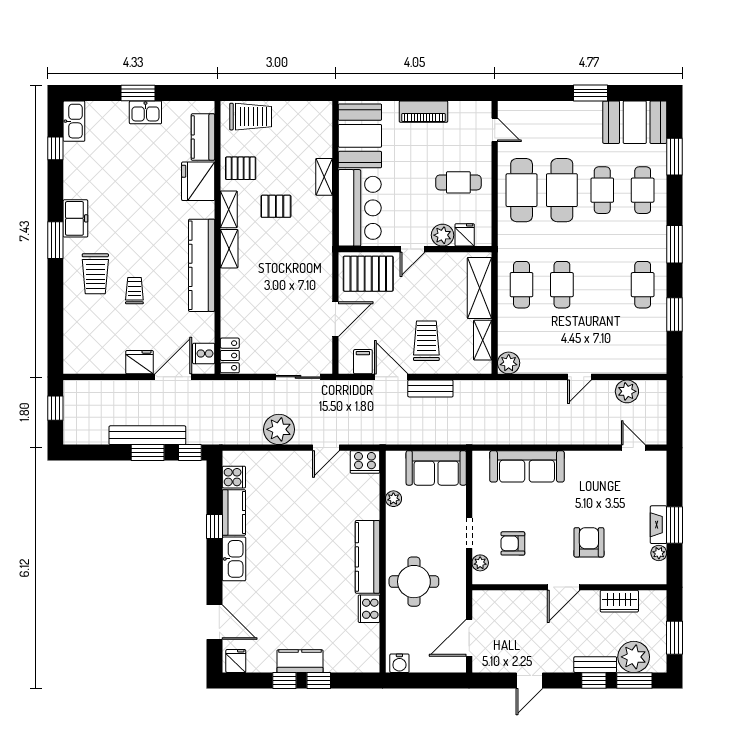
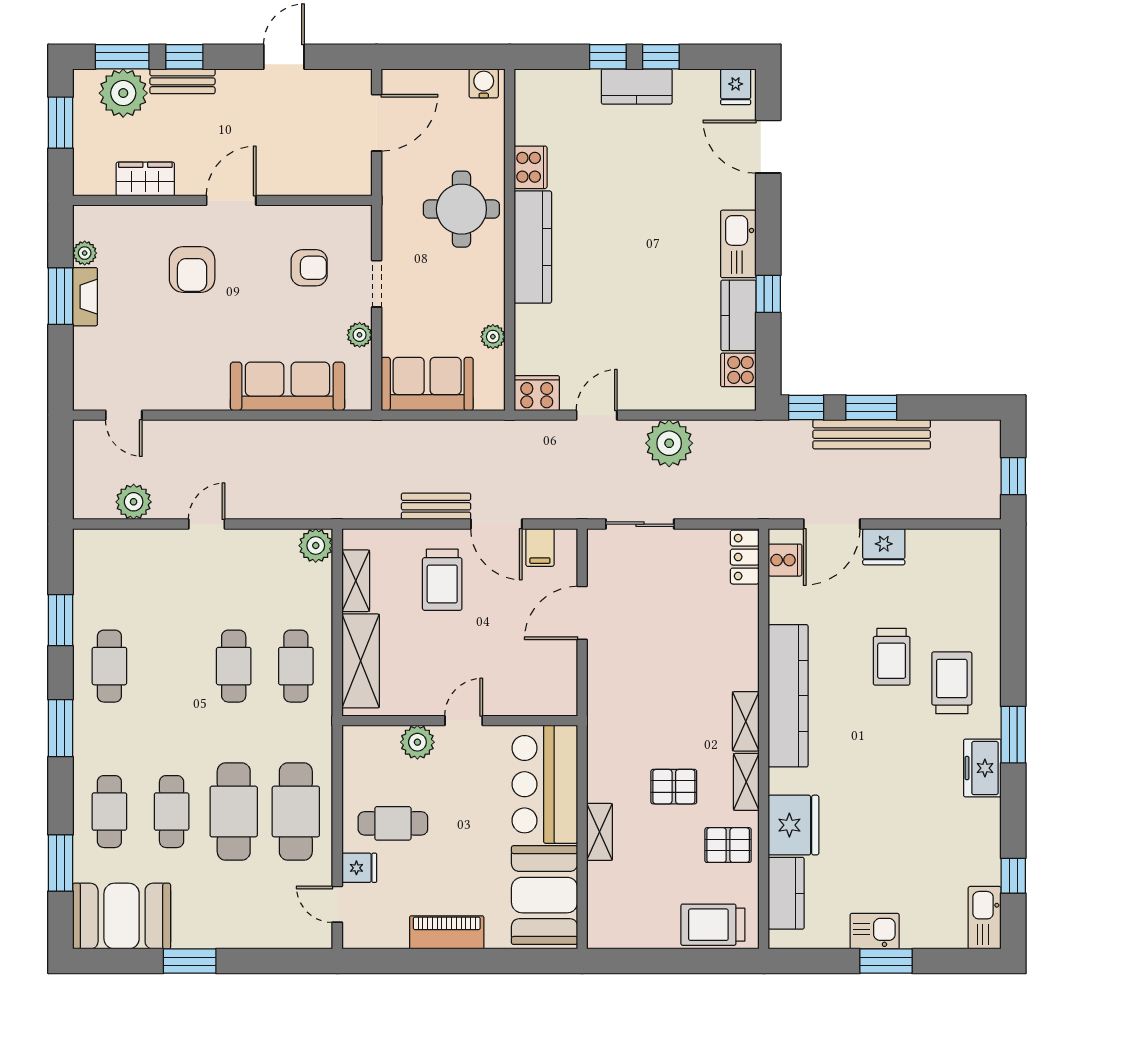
fridge: (465, 235) -> (359, 868), moved, turned -90
pallet: (368, 274) -> (532, 683), removed
trolley: (134, 291) -> (892, 657), width x1.36, depth x1.39
plant: (480, 563) -> (360, 335), moved

